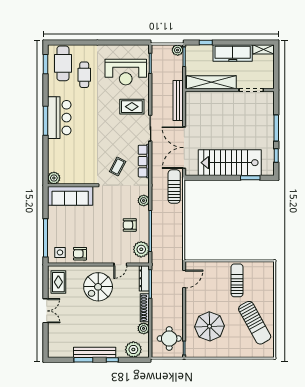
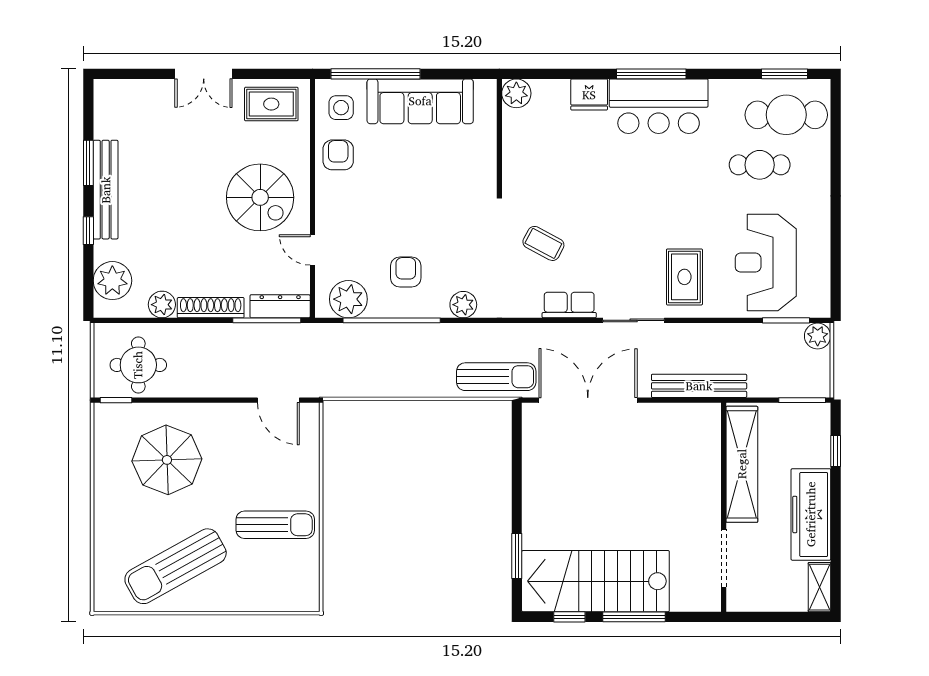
plant: (178, 50) -> (818, 336), moved
fridge: (54, 147) -> (589, 95), added
row of seats: (144, 161) -> (569, 305), width x0.68
stairs: (230, 163) -> (595, 581), moved, turned -90
sofa: (70, 196) -> (420, 101), moved, turned -90
spiral stairs: (98, 287) -> (260, 197), turned 180

